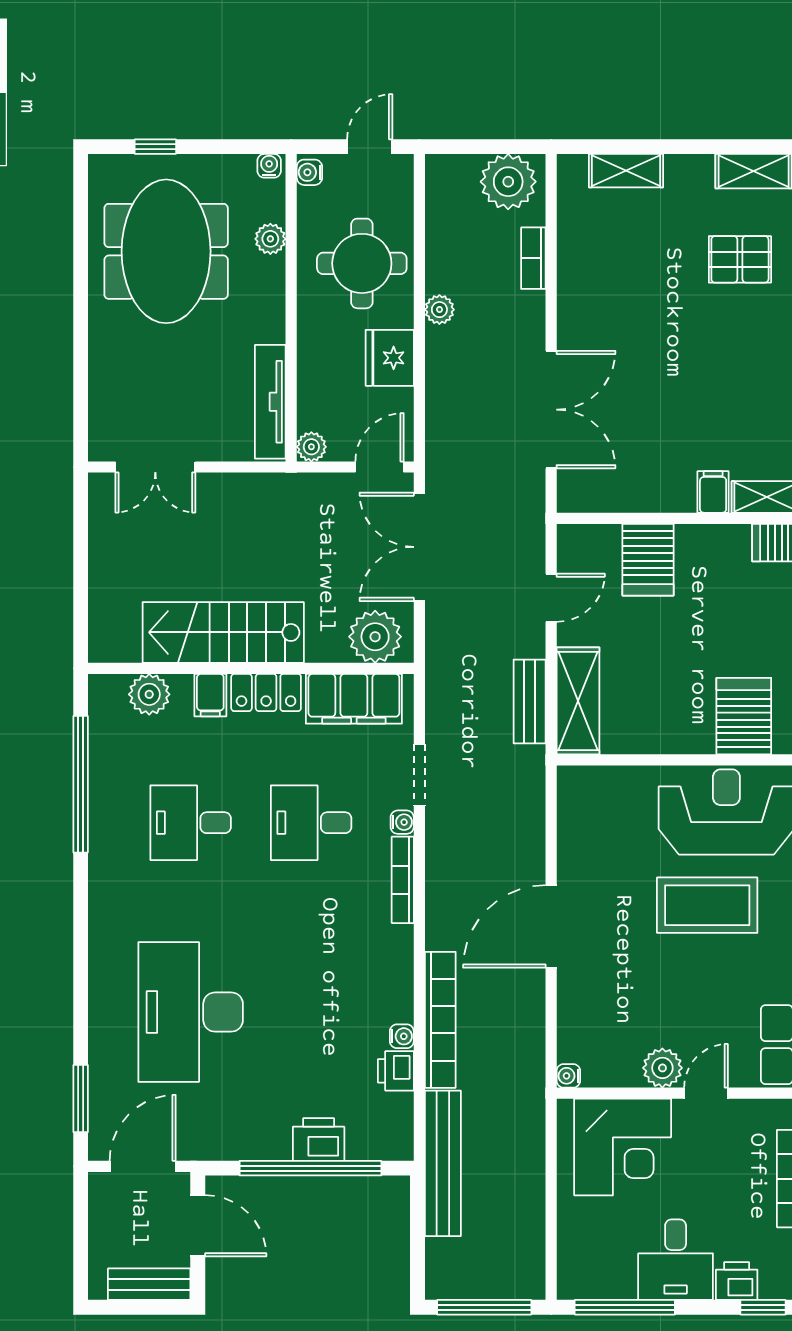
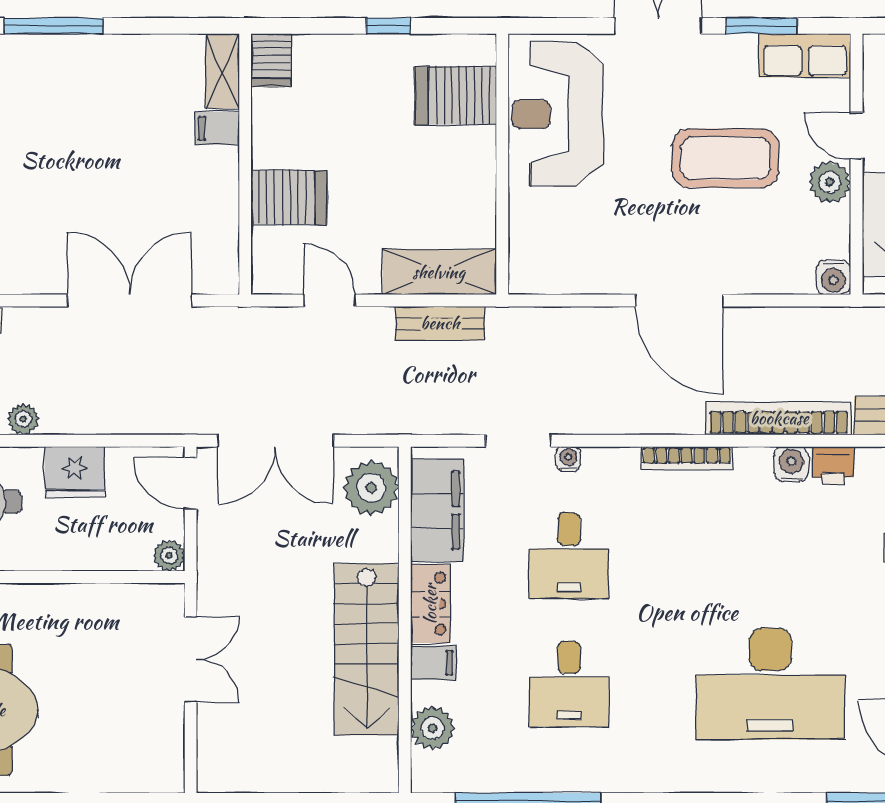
tv unit: (270, 402) -> (121, 599), removed
double door: (155, 467) -> (191, 659), moved
bookcase: (403, 880) -> (687, 458), moved
coffee table: (707, 905) -> (725, 158), moved, turned 90
water cooler: (402, 1036) -> (791, 464), width x1.38, depth x1.38
water cooler: (568, 1076) -> (833, 277), width x1.38, depth x1.38

